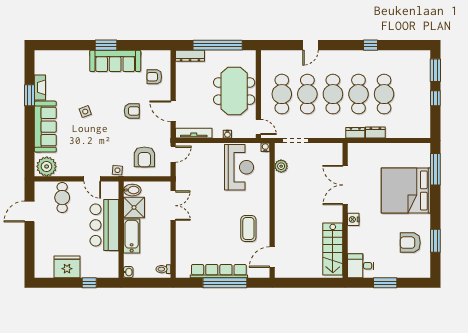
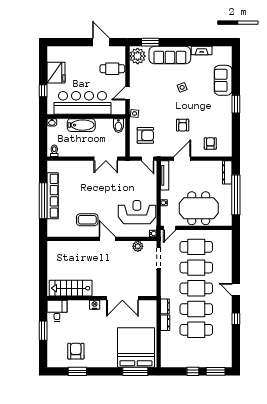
door: (311, 45) -> (236, 290), moved
sofa: (115, 61) -> (223, 80), moved, width x0.73
window: (30, 95) -> (150, 42), moved
armchair: (144, 157) -> (145, 135), turned 180
reception desk: (239, 167) -> (137, 212), turned 180
double door: (345, 185) -> (122, 298), swing flipped
bed: (406, 190) -> (136, 347), moved
shower: (134, 207) -> (104, 127), removed
bar counter: (104, 225) -> (82, 103), width x1.36
door: (272, 257) -> (107, 239), moved

